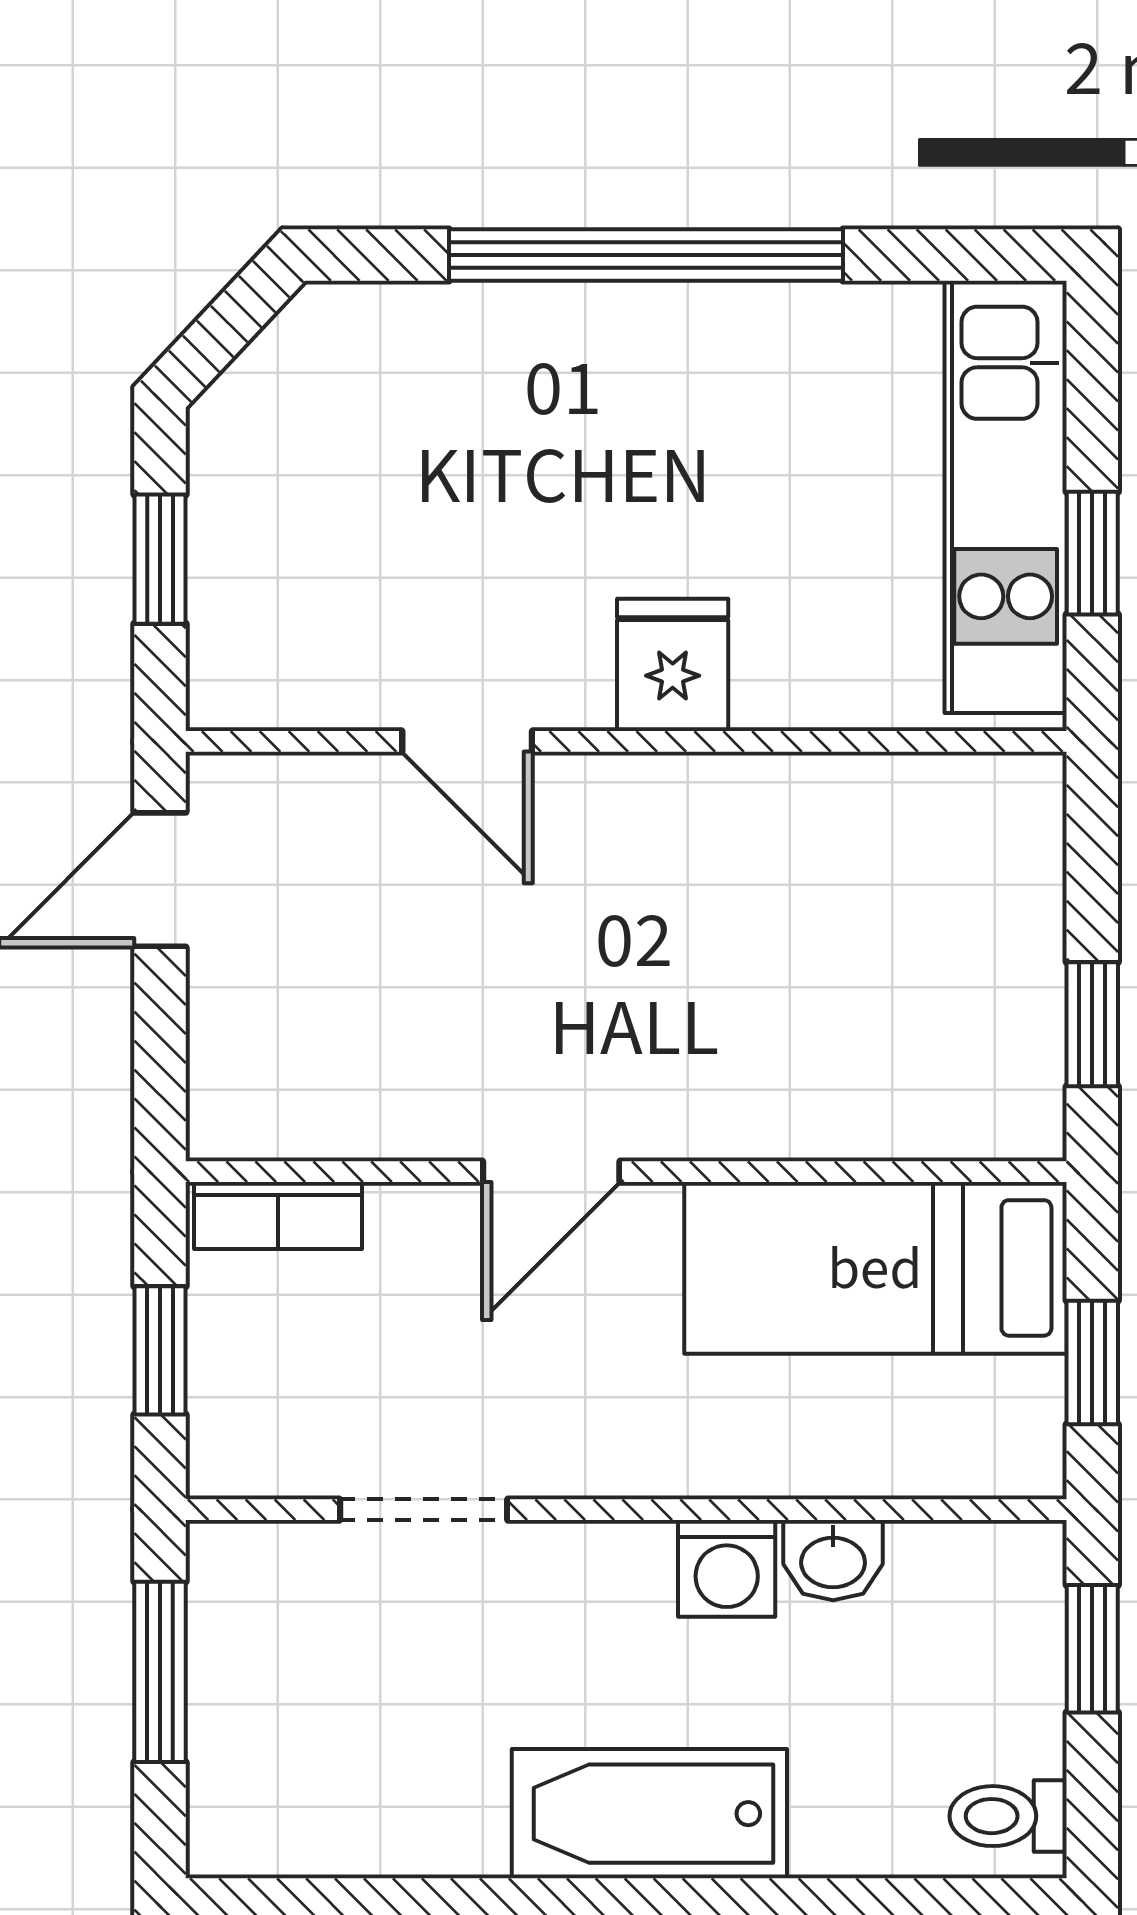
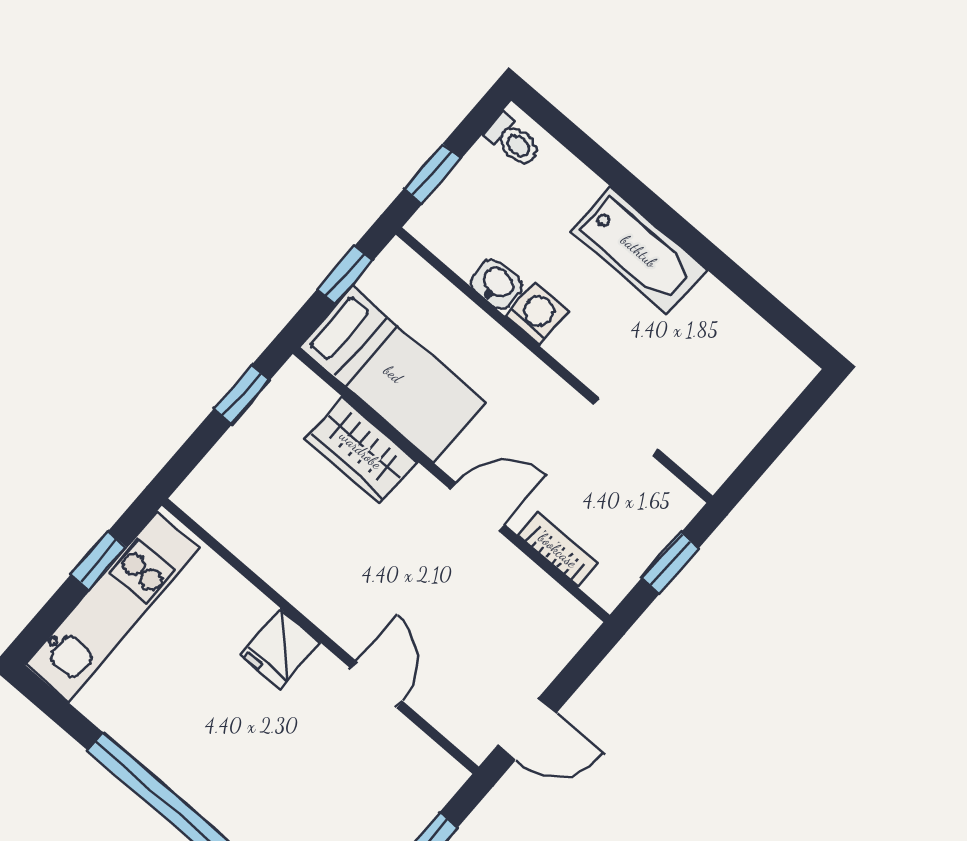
wardrobe: (821, 1100) -> (361, 450), added
bookcase: (278, 1215) -> (558, 550), moved
window: (160, 1672) -> (768, 450), removed

